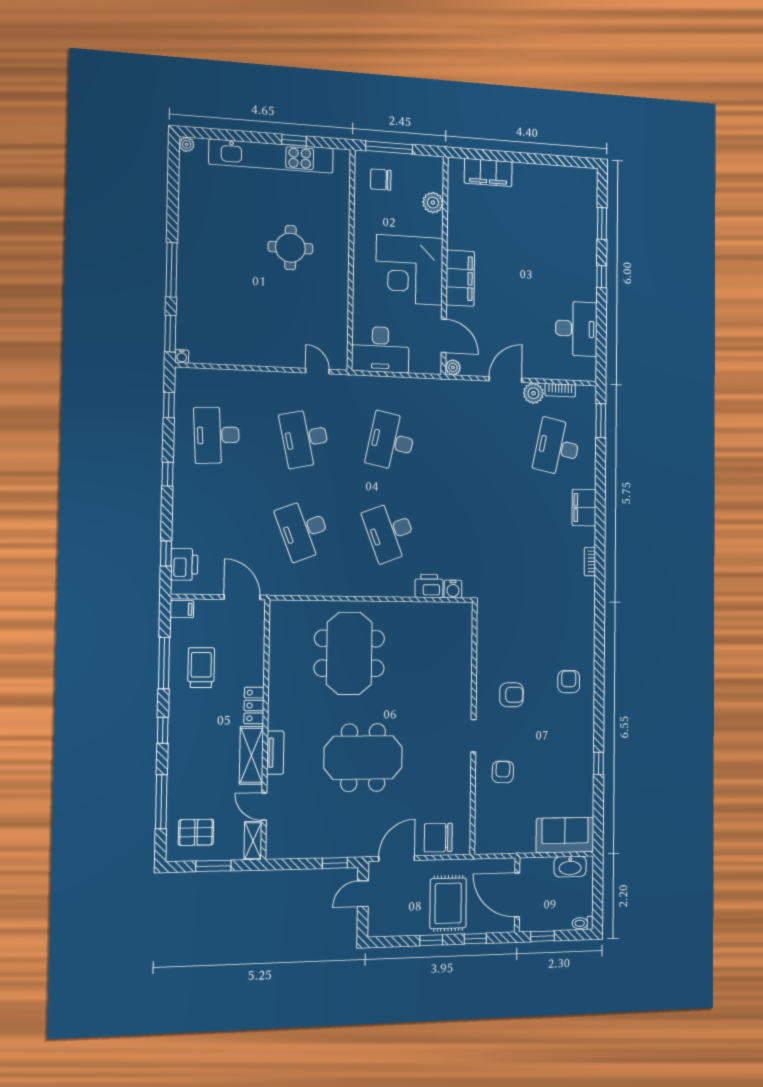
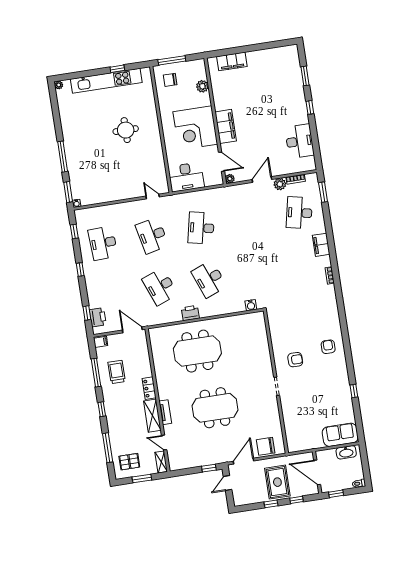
printer: (429, 586) -> (190, 313), moved
meeting table: (349, 653) -> (197, 351), turned 90
armchair: (503, 772) -> (297, 404), removed

